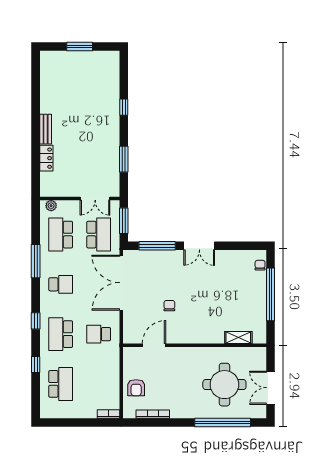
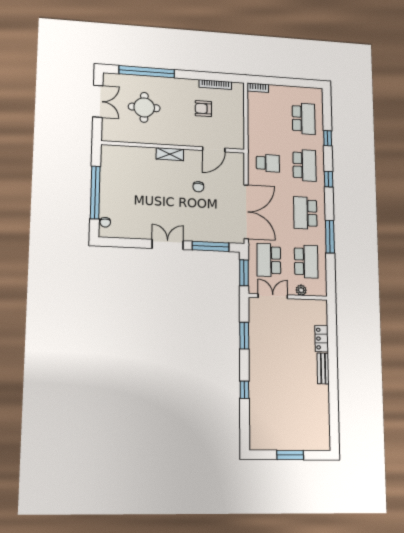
plant: (51, 206) -> (301, 290), moved
school desk: (61, 284) -> (305, 213), width x1.85
shelving: (238, 338) -> (170, 154), moved
school desk: (61, 384) -> (304, 119), turned 180
round table: (224, 385) -> (144, 107), width x0.73, depth x0.73
armchair: (136, 388) -> (203, 109), moved, turned -90

